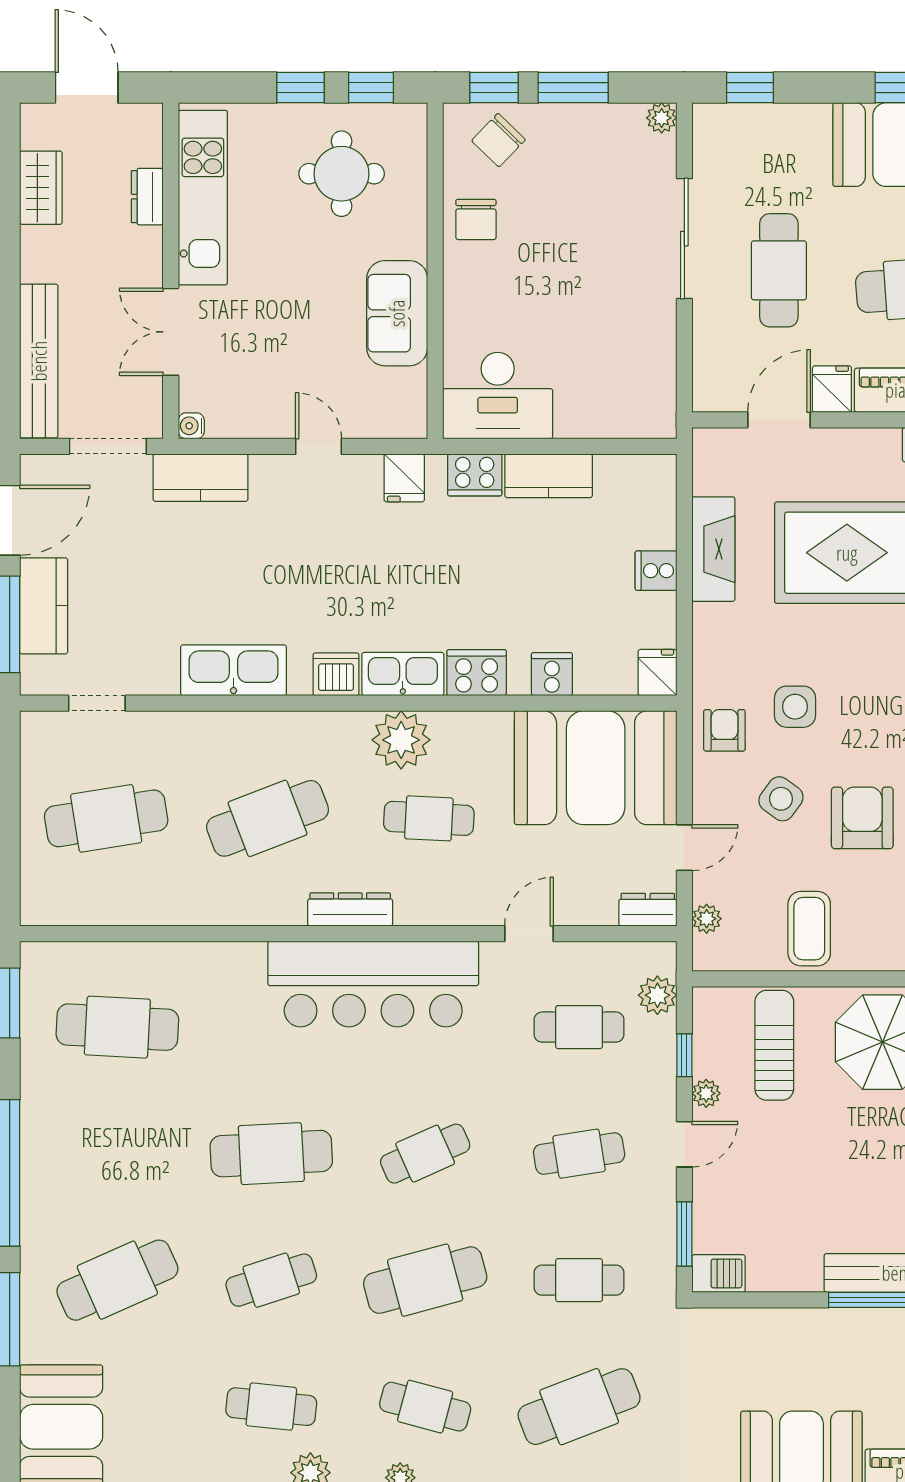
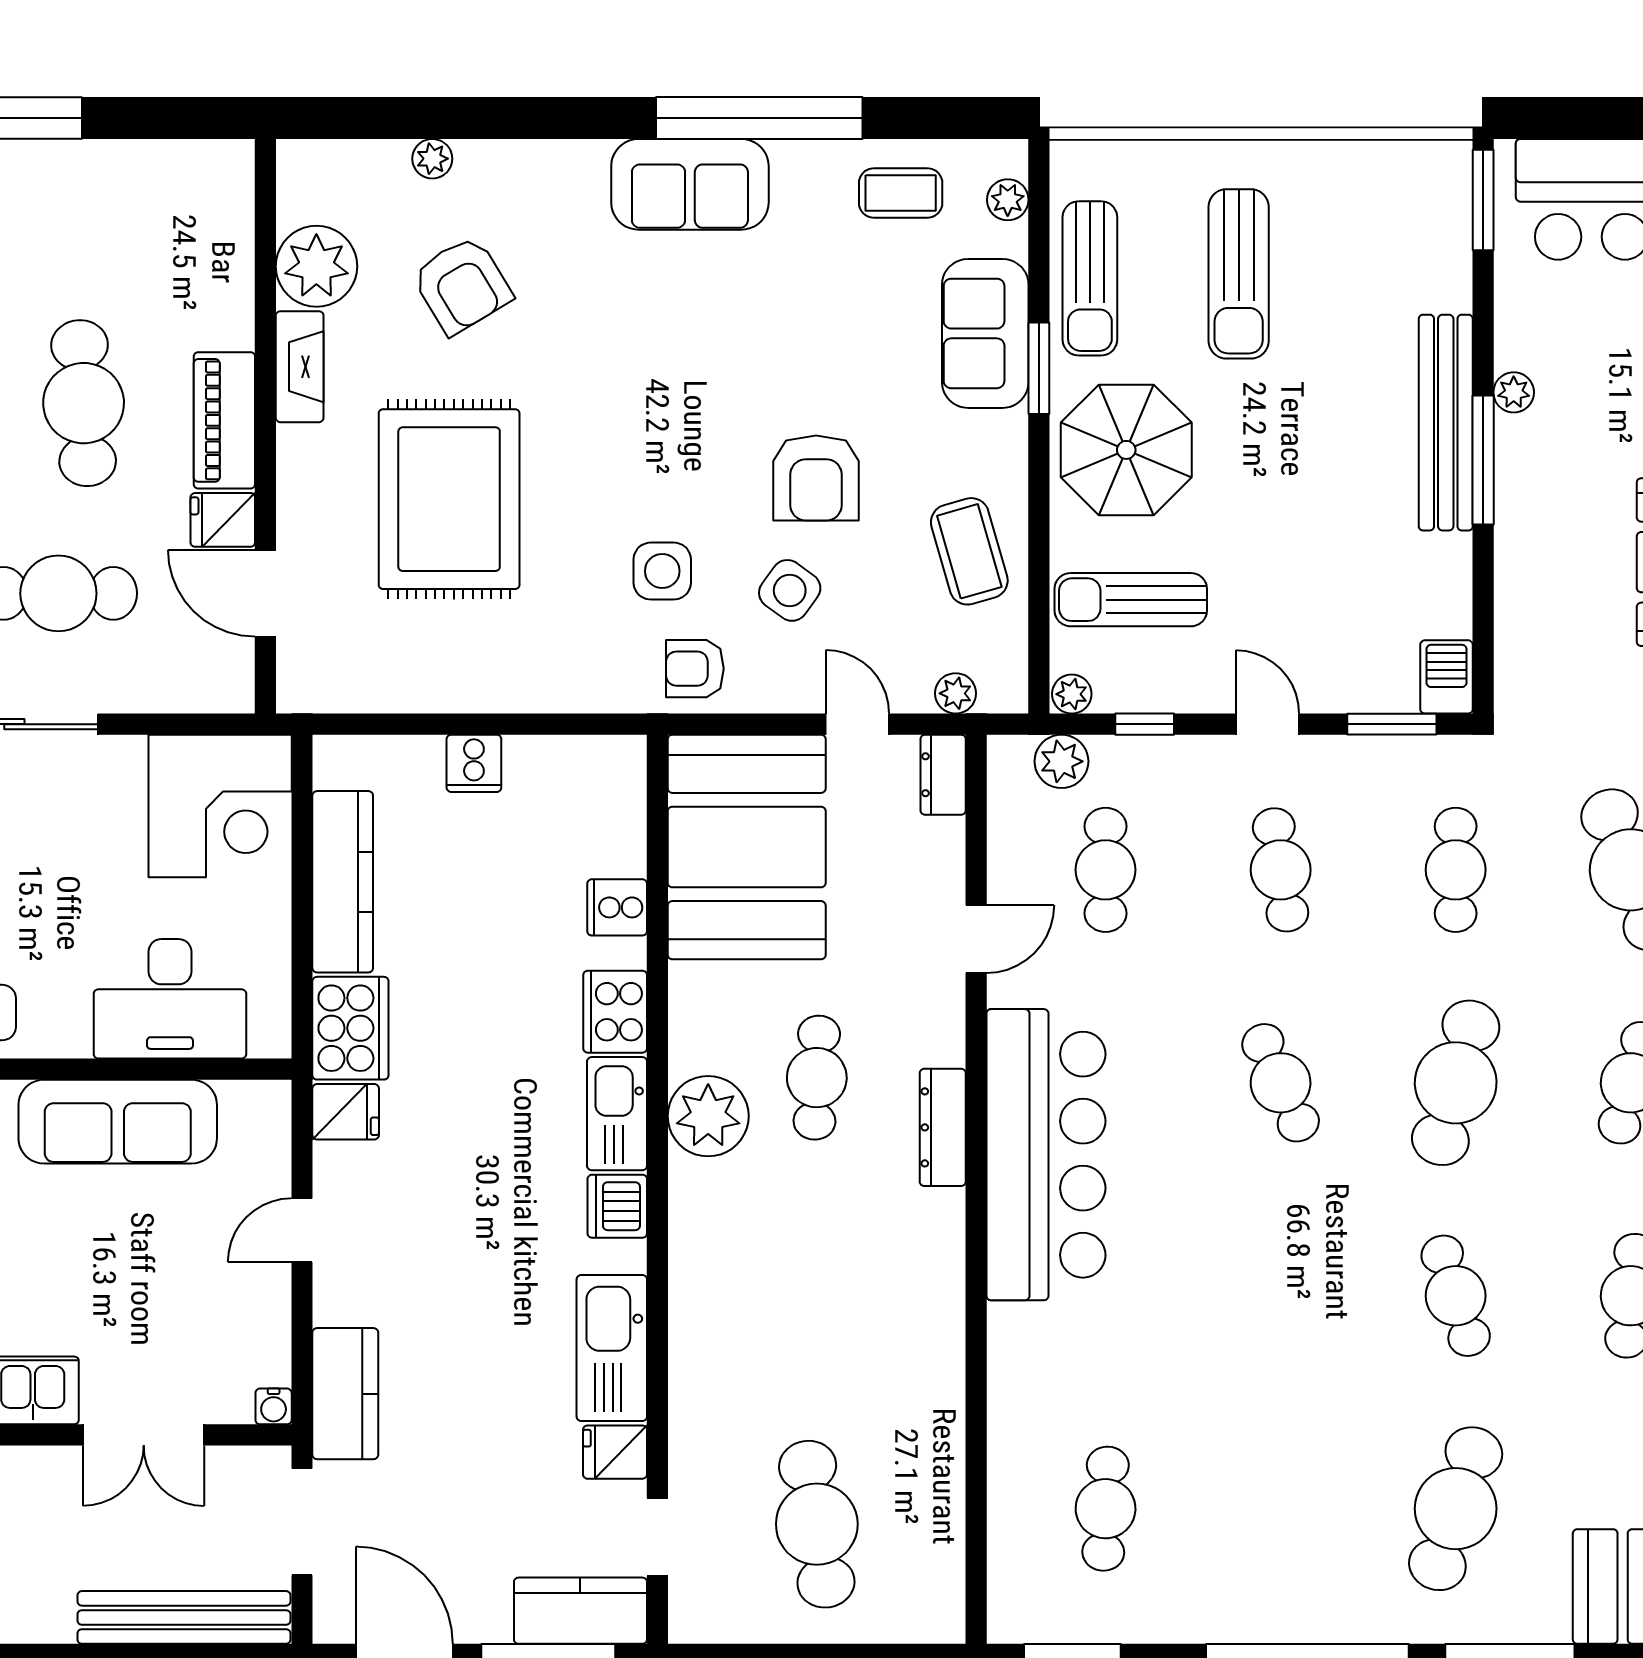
sofa: (397, 313) -> (118, 1122), width x1.36
corner desk: (625, 387) -> (220, 806), added
desk: (498, 396) -> (170, 999), moved, turned 90
cooker: (475, 475) -> (350, 1028), width x1.37, depth x1.31
kitchen counter: (549, 476) -> (343, 882), width x1.50
fireplace: (713, 549) -> (444, 684), removed
kitchen counter: (44, 606) -> (580, 1611), moved
fridge: (657, 673) -> (615, 1452), moved
cafe table: (268, 818) -> (817, 1301), removed
armchair: (862, 818) -> (816, 478), turned -90
dresser: (350, 909) -> (943, 1127), moved
coffee table: (809, 929) -> (969, 551), turned 74
door: (529, 934) -> (976, 939), swing flipped
cafe table: (117, 1027) -> (1106, 1509), width x0.73, depth x0.74
plant: (706, 1093) -> (1072, 694), moved
cafe table: (271, 1154) -> (1281, 1296), removed
cafe table: (117, 1280) -> (1456, 1509), turned 42
cafe table: (425, 1280) -> (1456, 1083), turned 30

